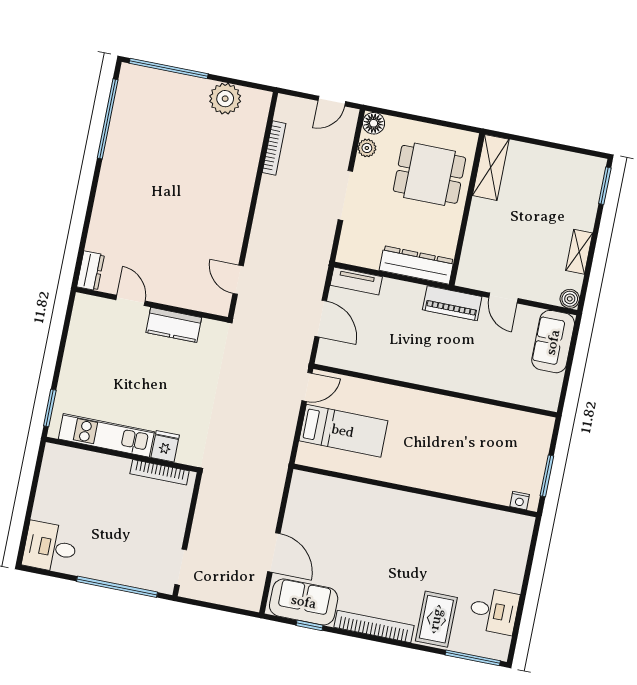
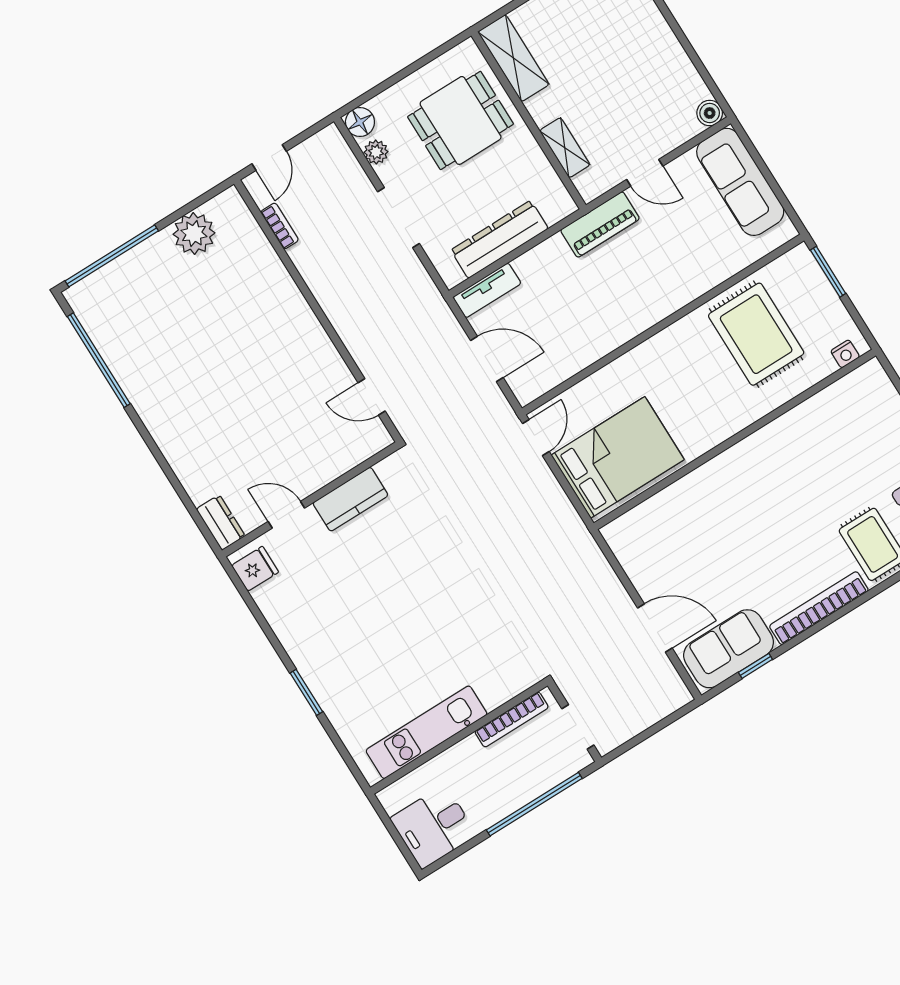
door: (332, 101) -> (269, 157), moved
bookcase: (274, 148) -> (280, 226), width x0.64
shelving: (579, 252) -> (565, 148), moved
dresser: (417, 265) -> (499, 239), moved
sofa: (553, 342) -> (740, 182), width x1.36
bed: (343, 431) -> (618, 457), width x1.50
kitchen unit: (106, 435) -> (426, 732), moved
rug: (481, 444) -> (756, 334), added
fridge: (165, 446) -> (255, 569), moved, turned 90
wall: (122, 455) -> (459, 737), moved
bookcase: (160, 472) -> (512, 719), moved
window: (547, 476) -> (828, 272), moved

